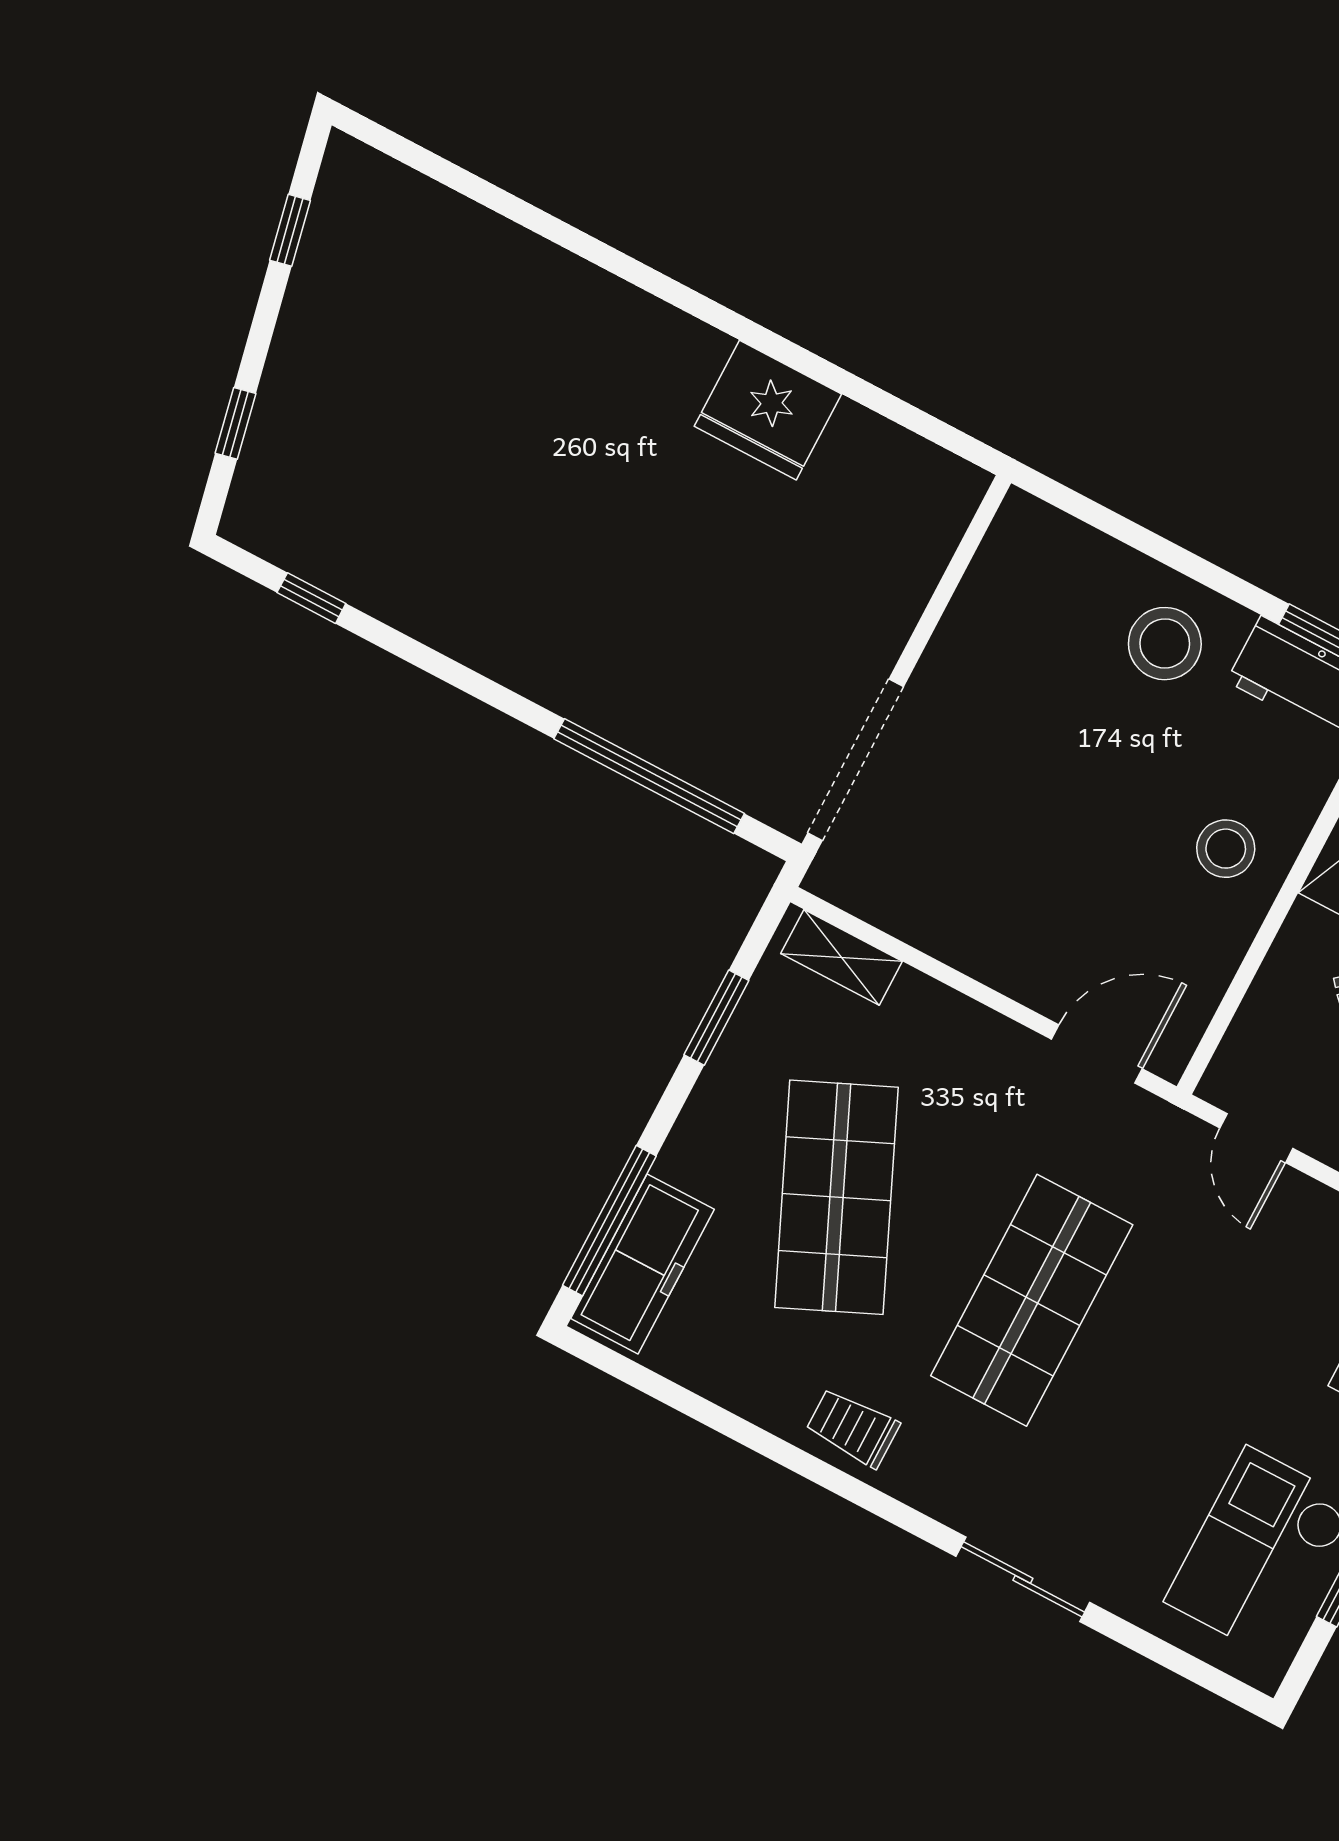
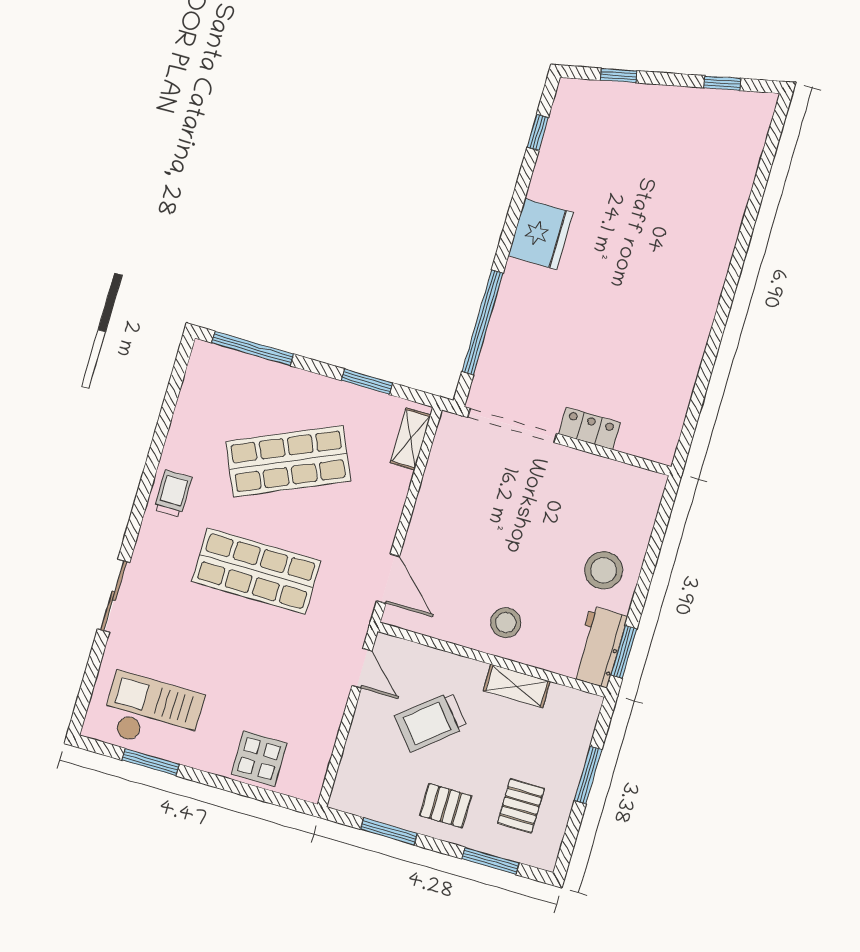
fridge: (768, 410) -> (541, 234), moved, turned 180
locker: (891, 615) -> (589, 428), added
door: (1256, 1138) -> (362, 668), swing flipped
freezer: (642, 1264) -> (234, 370), removed

